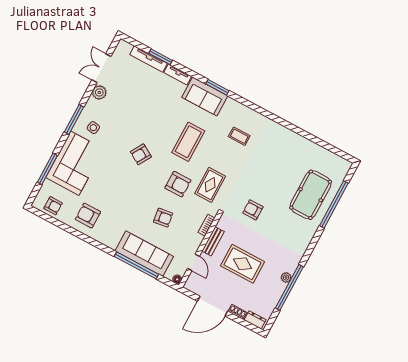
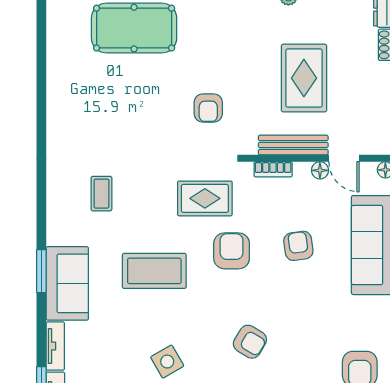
side table: (141, 124) -> (167, 362), added
armchair: (141, 154) -> (250, 342), moved
bench: (213, 241) -> (293, 145), width x1.36
floor lamp: (194, 248) -> (320, 170), added
door: (194, 262) -> (344, 158), swing flipped

